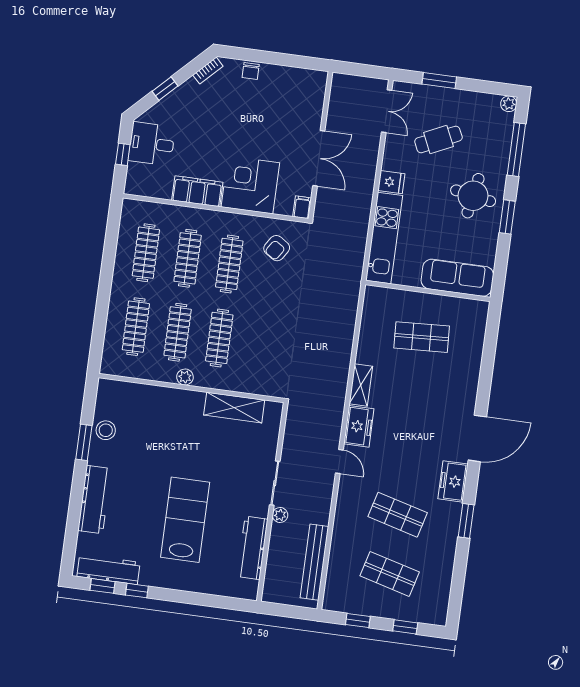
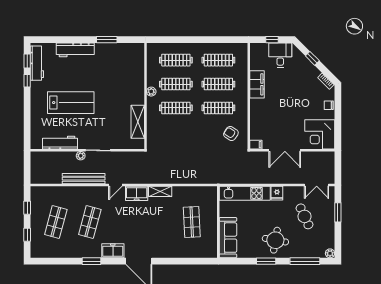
corner desk: (250, 185) -> (320, 134), moved, turned 180
stool: (106, 430) -> (115, 51), removed
bench: (314, 562) -> (84, 179), moved

